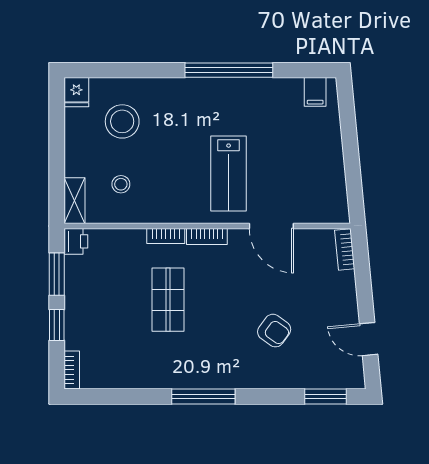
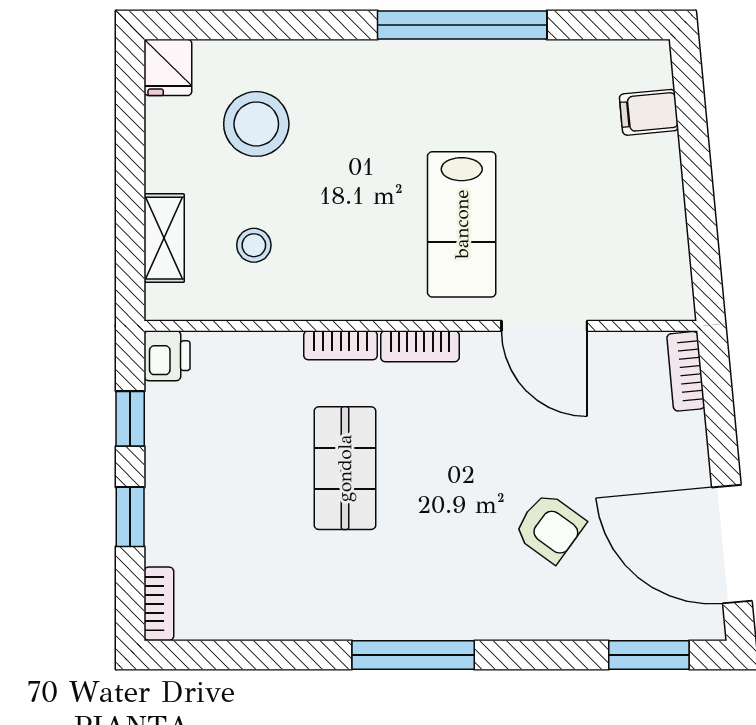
filing cabinet: (315, 92) -> (649, 112), moved, turned 85
shelving: (74, 201) -> (164, 238), moved
window: (57, 274) -> (130, 419), width x0.67
door: (369, 339) -> (732, 544), width x1.88

